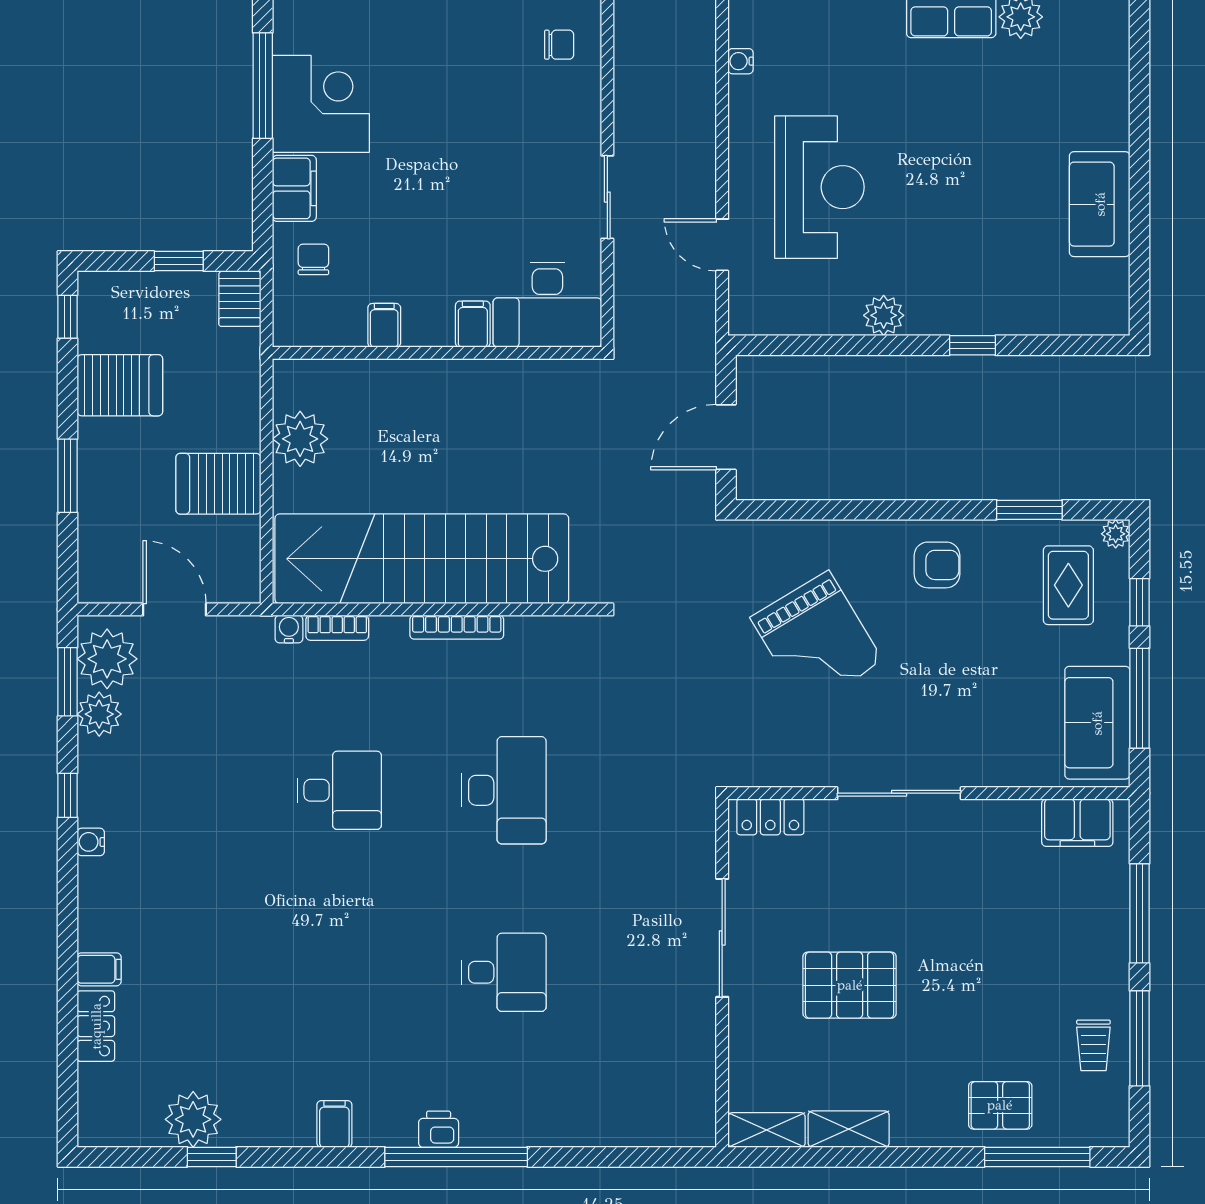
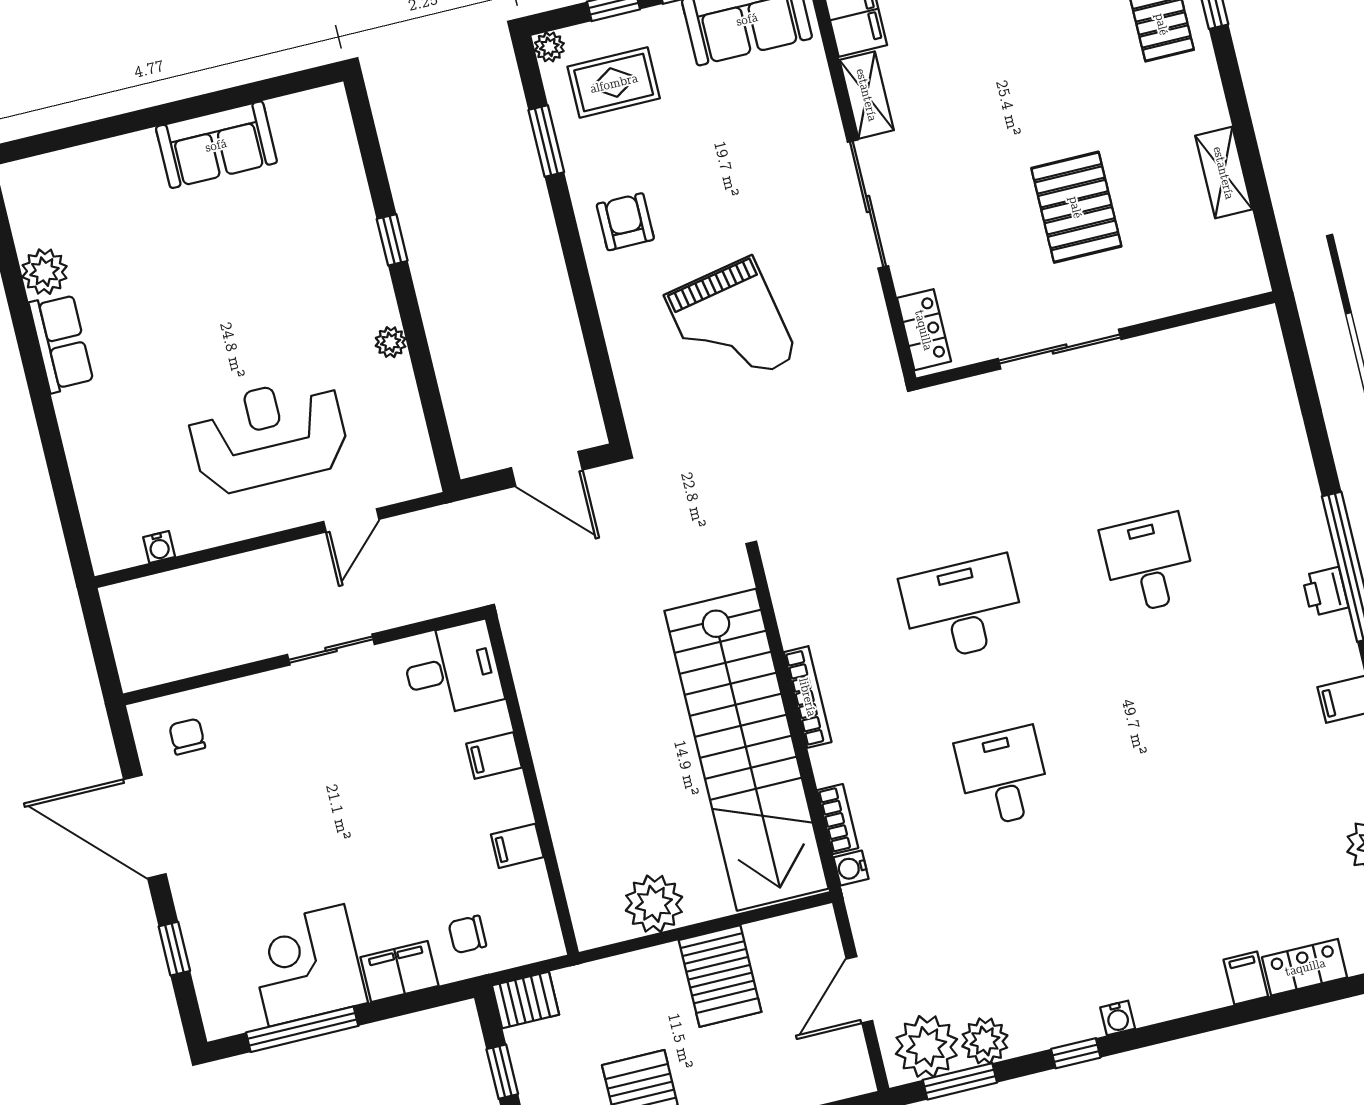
desk: (547, 305) -> (452, 669), width x0.73
plant: (884, 315) -> (391, 342), width x0.73, depth x0.73
grand piano: (817, 639) -> (731, 326), turned 110
shelving: (766, 1130) -> (867, 95), moved

